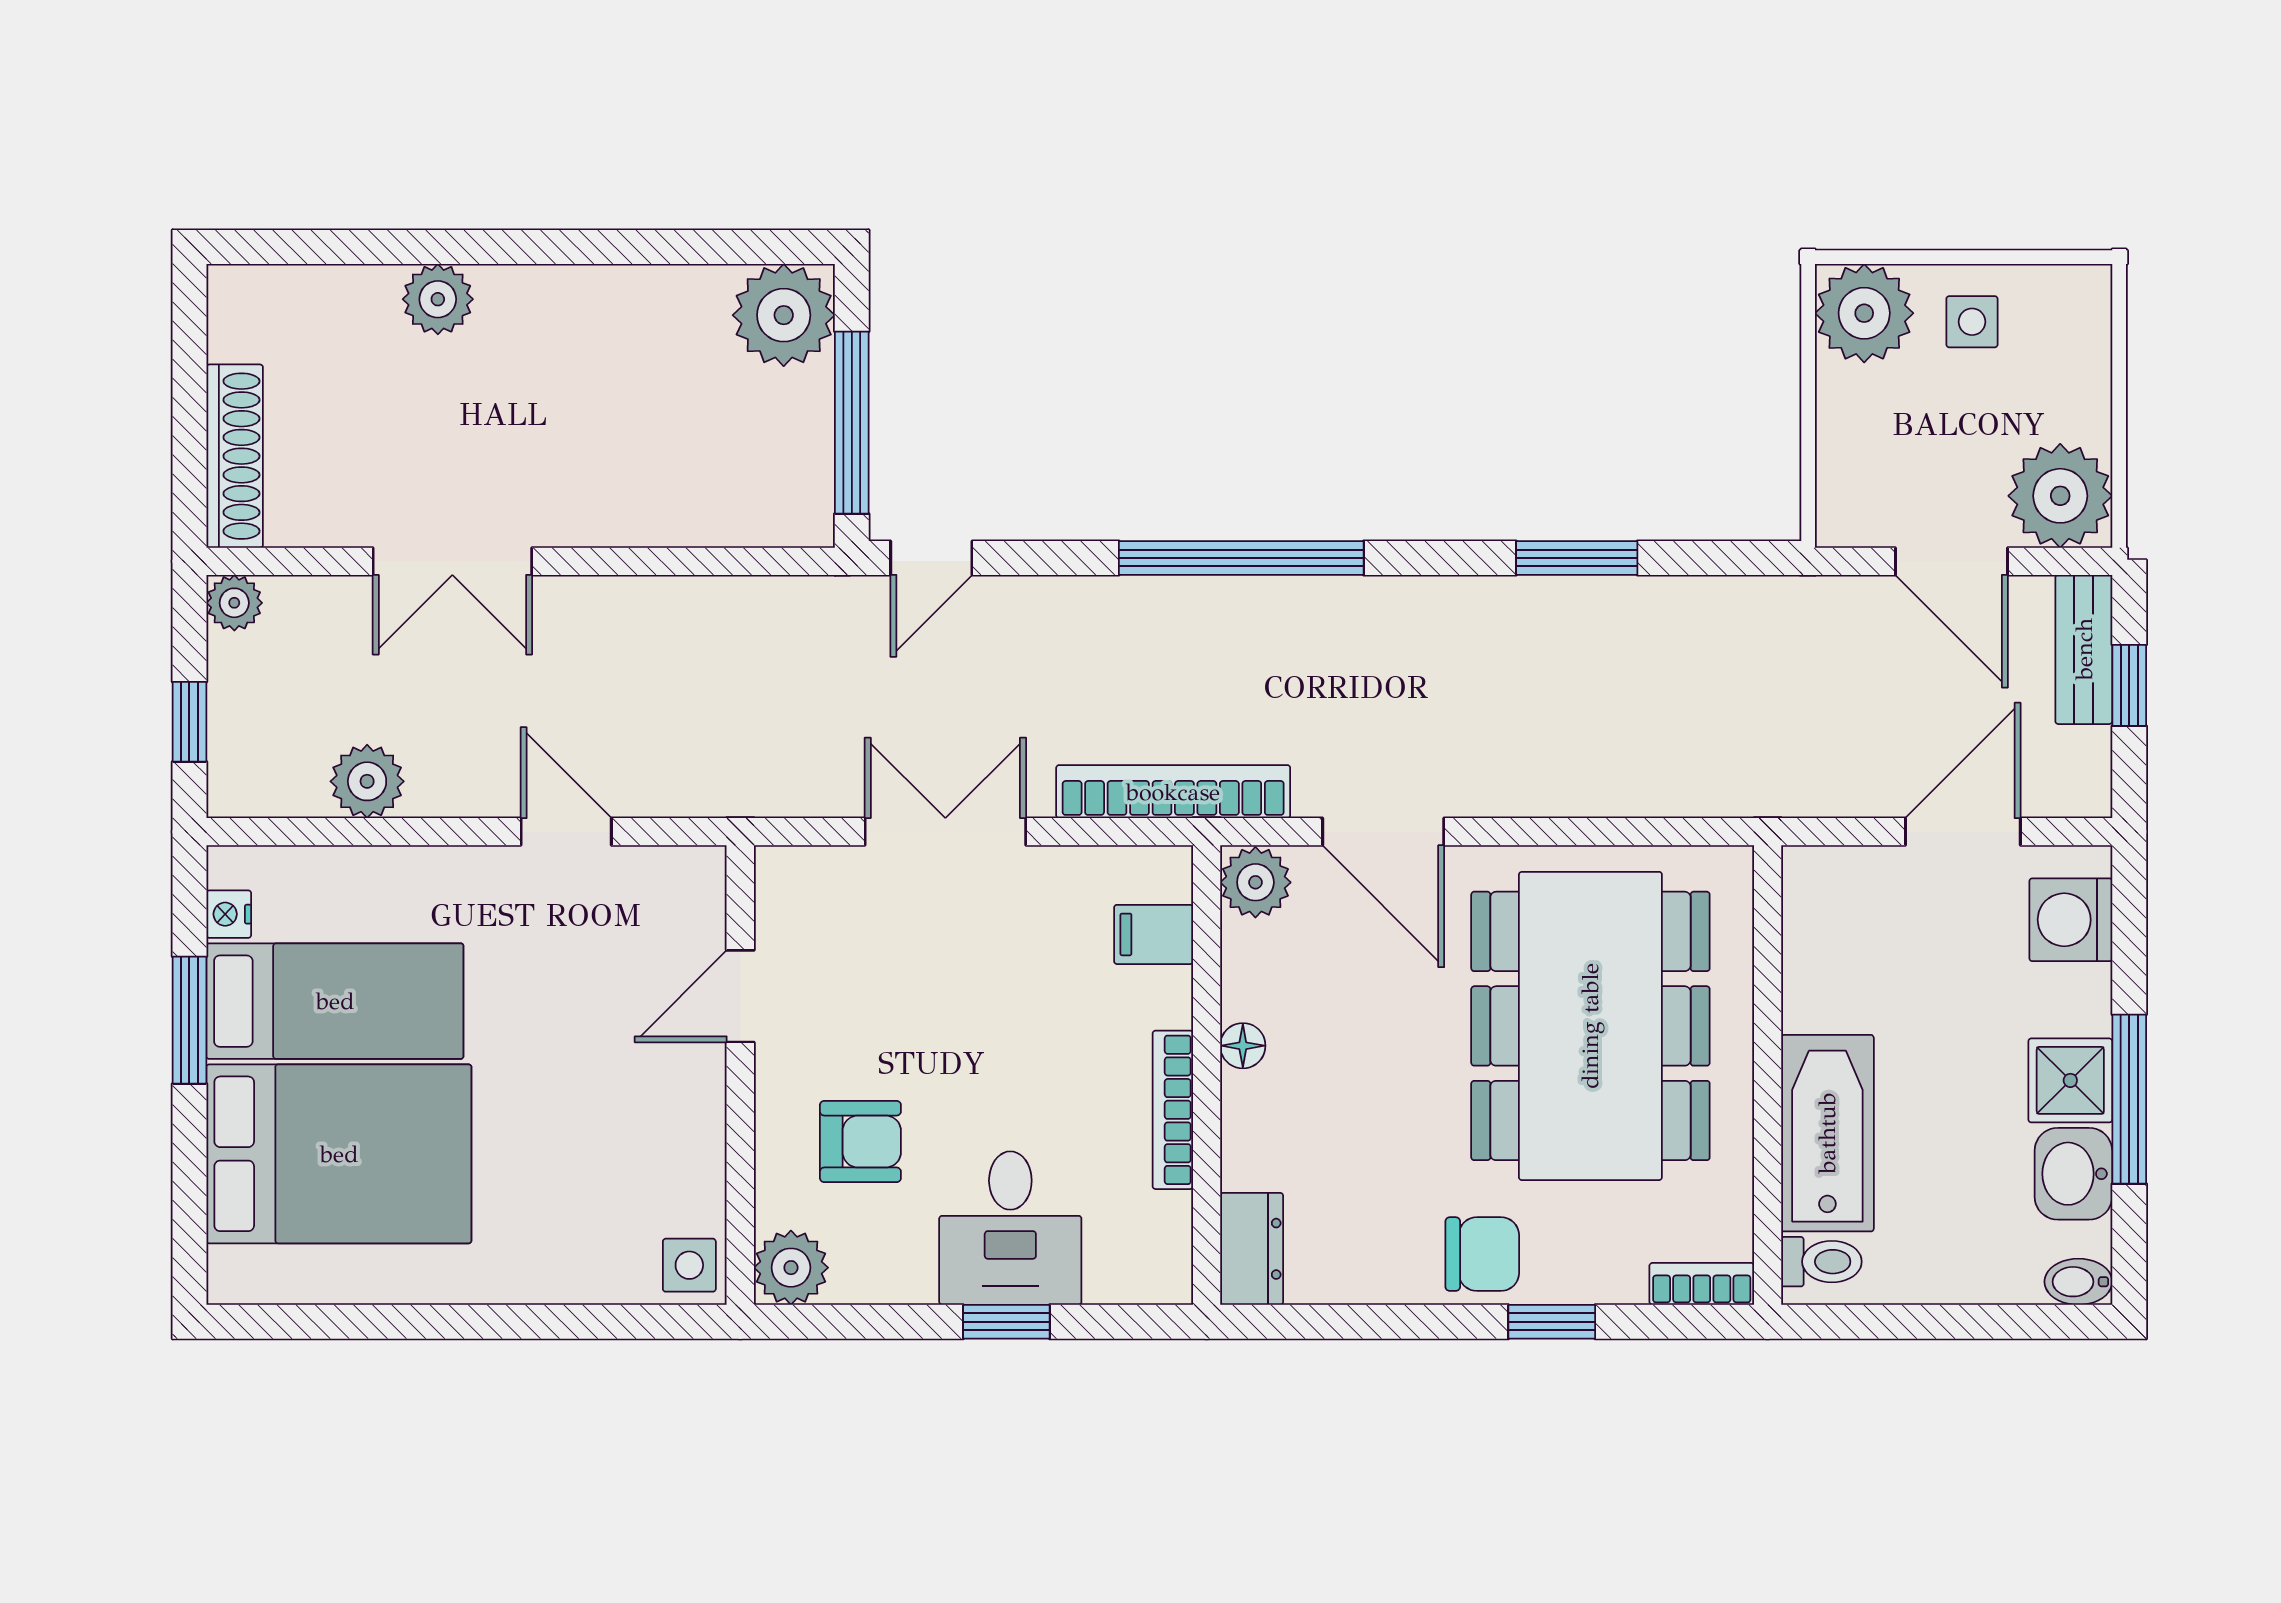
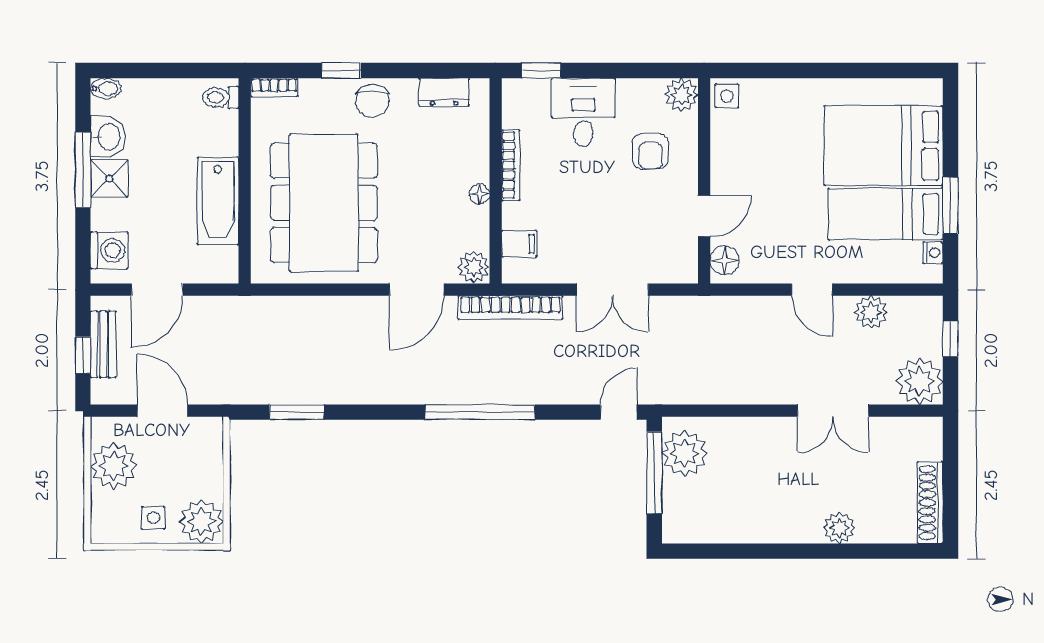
plant: (784, 315) -> (685, 453), moved
shoe rack: (235, 456) -> (930, 503), moved
plant: (2060, 496) -> (114, 466), moved
window: (1577, 558) -> (297, 412), moved
double door: (452, 561) -> (833, 411), swing flipped
plant: (234, 603) -> (920, 381), width x1.88, depth x1.88
bench: (2084, 649) -> (103, 344), moved
door: (566, 832) -> (812, 290), moved
door: (1383, 832) -> (417, 290), swing flipped
floor lamp: (695, 897) -> (725, 260), added
bathtub: (1827, 1133) -> (218, 201), moved
armchair: (860, 1142) -> (650, 151), turned -90
dresser: (1252, 1249) -> (444, 92), moved, turned -90
chair: (1482, 1254) -> (372, 101), turned -90
window: (1006, 1322) -> (541, 71), moved

